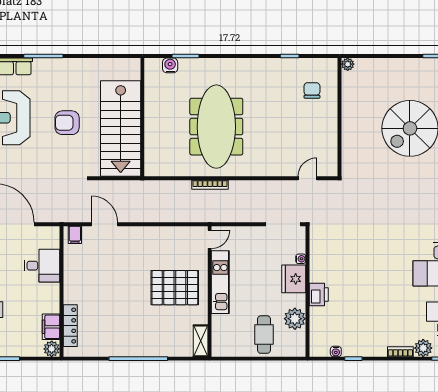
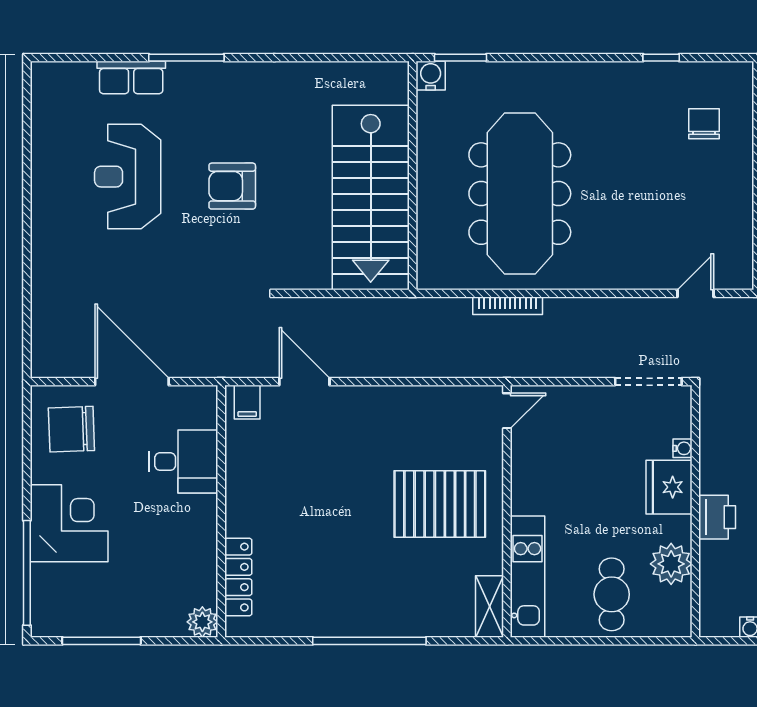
wall: (142, 117) -> (413, 175), moved
stairs: (121, 129) -> (371, 197), moved
kitchen unit: (220, 282) -> (528, 577), moved
filing cabinet: (51, 327) -> (201, 579), removed

